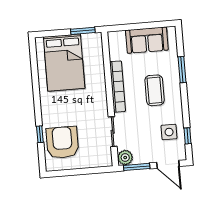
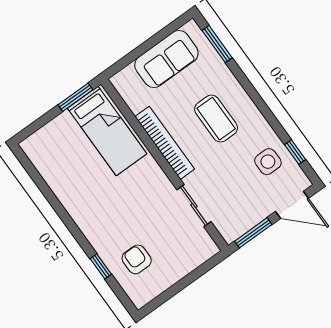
bed: (64, 63) -> (107, 131), moved, width x0.67
window: (182, 70) -> (217, 44), moved
armchair: (62, 142) -> (137, 259), width x0.53, depth x0.53
plant: (125, 158) -> (231, 230), removed

